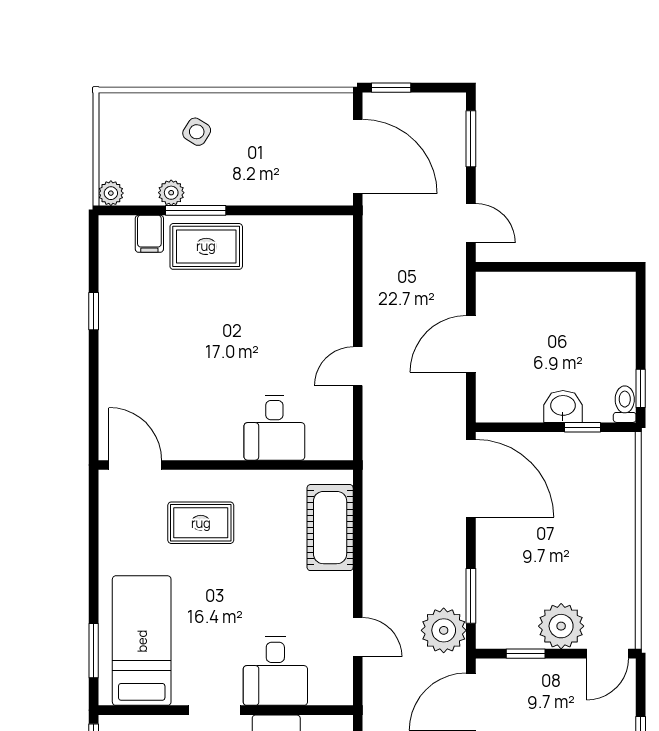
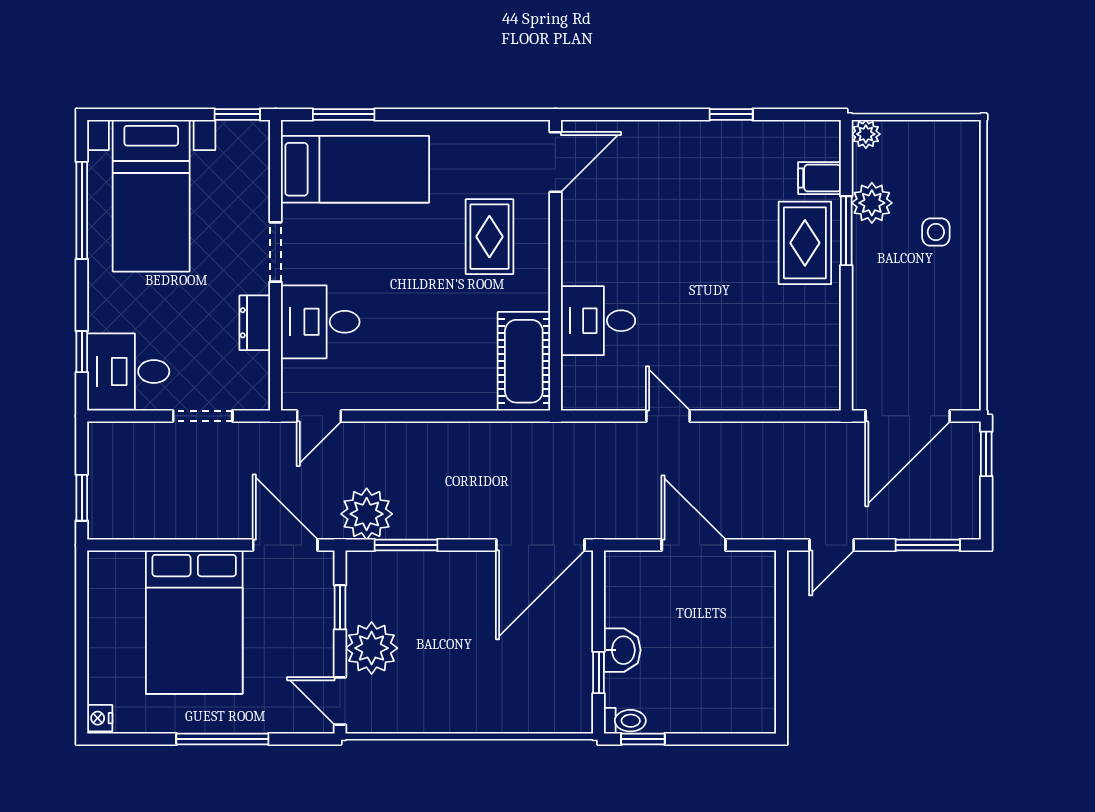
side table: (197, 132) -> (936, 232), turned -32
plant: (171, 193) -> (872, 203), width x1.38, depth x1.38
cot: (330, 528) -> (524, 361), moved, turned 90
door: (358, 637) -> (319, 416), moved

